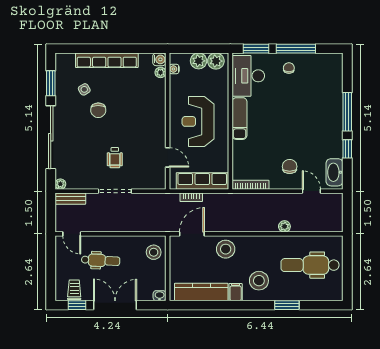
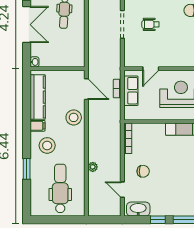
row of seats: (202, 181) -> (131, 91), width x0.68
door: (311, 191) -> (122, 190), swing flipped
stool: (154, 252) -> (71, 57), removed

